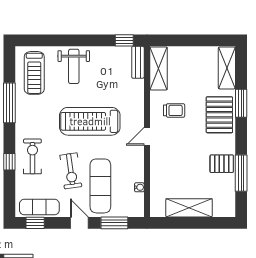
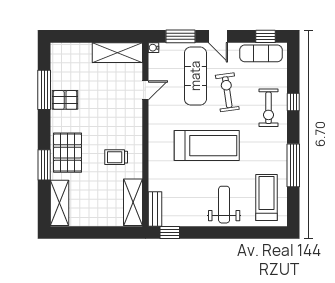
door: (147, 136) -> (145, 90), moved
water cooler: (139, 187) -> (154, 48), moved
shelving: (189, 208) -> (117, 53), moved

